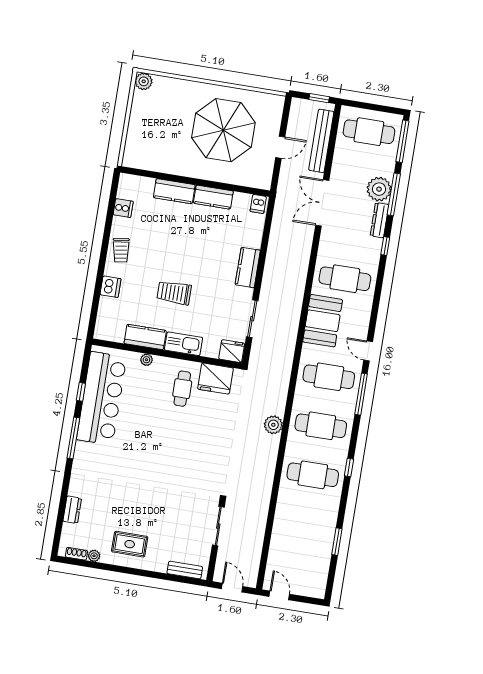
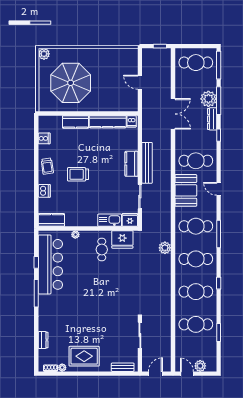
parasol: (223, 130) -> (71, 83), moved
bench: (321, 141) -> (147, 163), moved
door: (280, 147) -> (140, 82), swing flipped
kitchen counter: (213, 197) -> (108, 122), width x1.50
double door: (322, 203) -> (173, 114), swing flipped
trolley: (174, 293) -> (78, 174), moved
kitchen counter: (145, 337) -> (51, 220), moved
kitchen sink: (184, 344) -> (110, 220), moved
door: (368, 351) -> (219, 189), moved
plant: (273, 425) -> (165, 248), moved
cafe table: (305, 524) -> (196, 324), added
rug: (130, 544) -> (84, 356), width x1.36, depth x1.43
plant: (301, 587) -> (200, 366), added
door: (232, 588) -> (155, 374), hinge flipped

